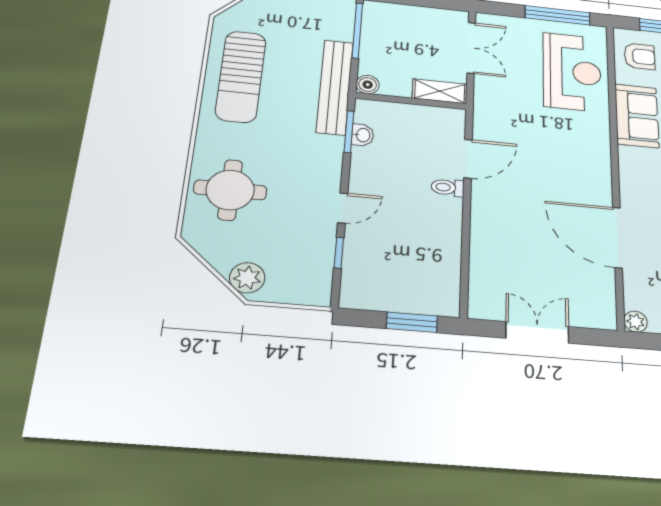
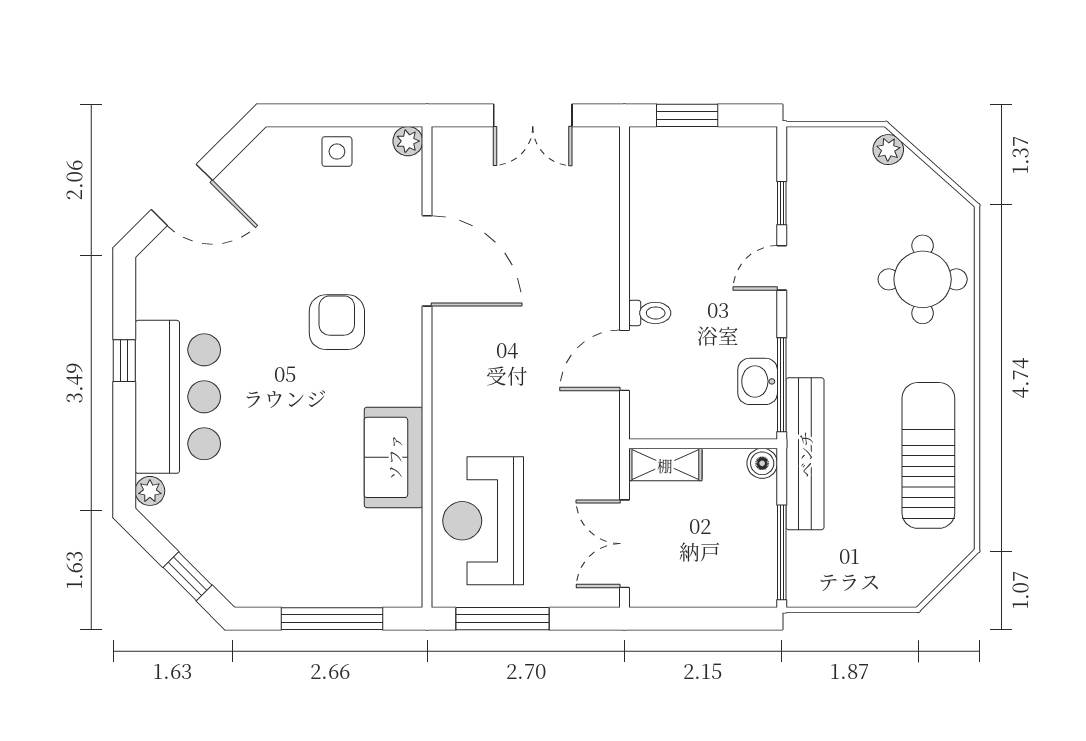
armchair: (640, 56) -> (385, 561), removed
window: (349, 132) -> (782, 385), width x1.44
washbasin: (363, 135) -> (758, 381), width x1.38, depth x1.45
plant: (247, 278) -> (888, 150), width x0.73, depth x0.73

